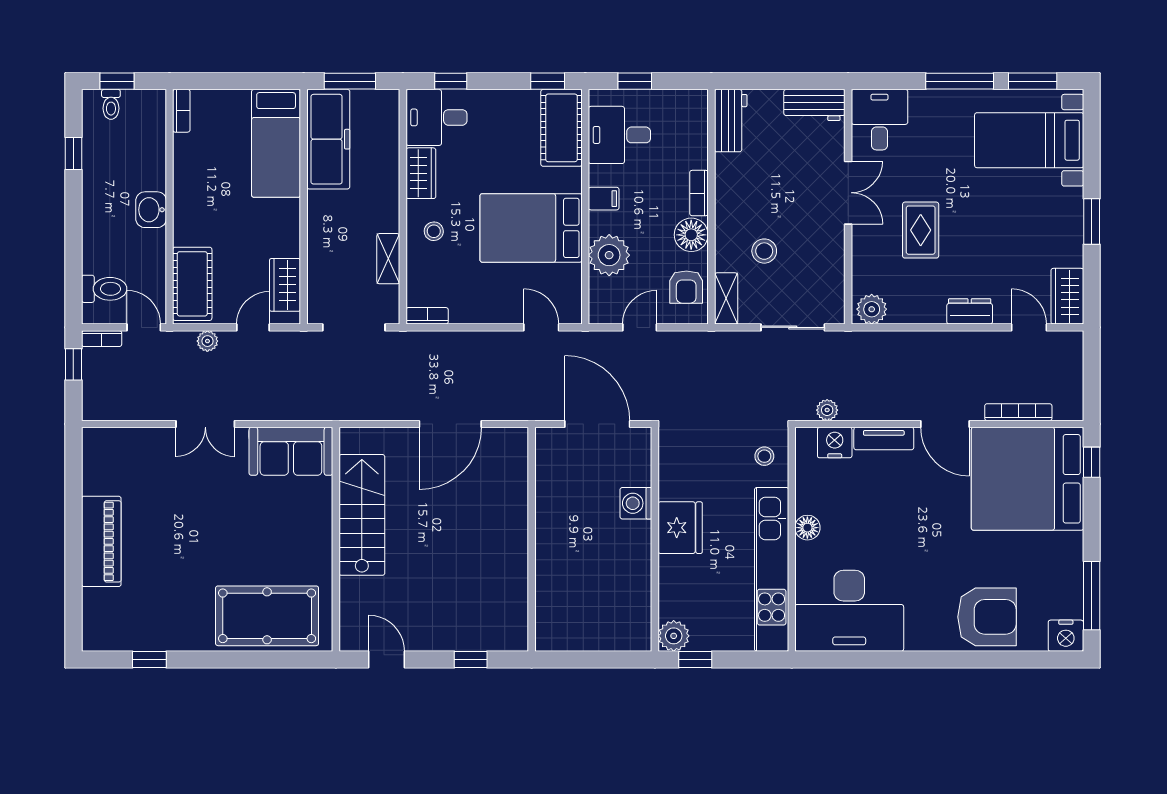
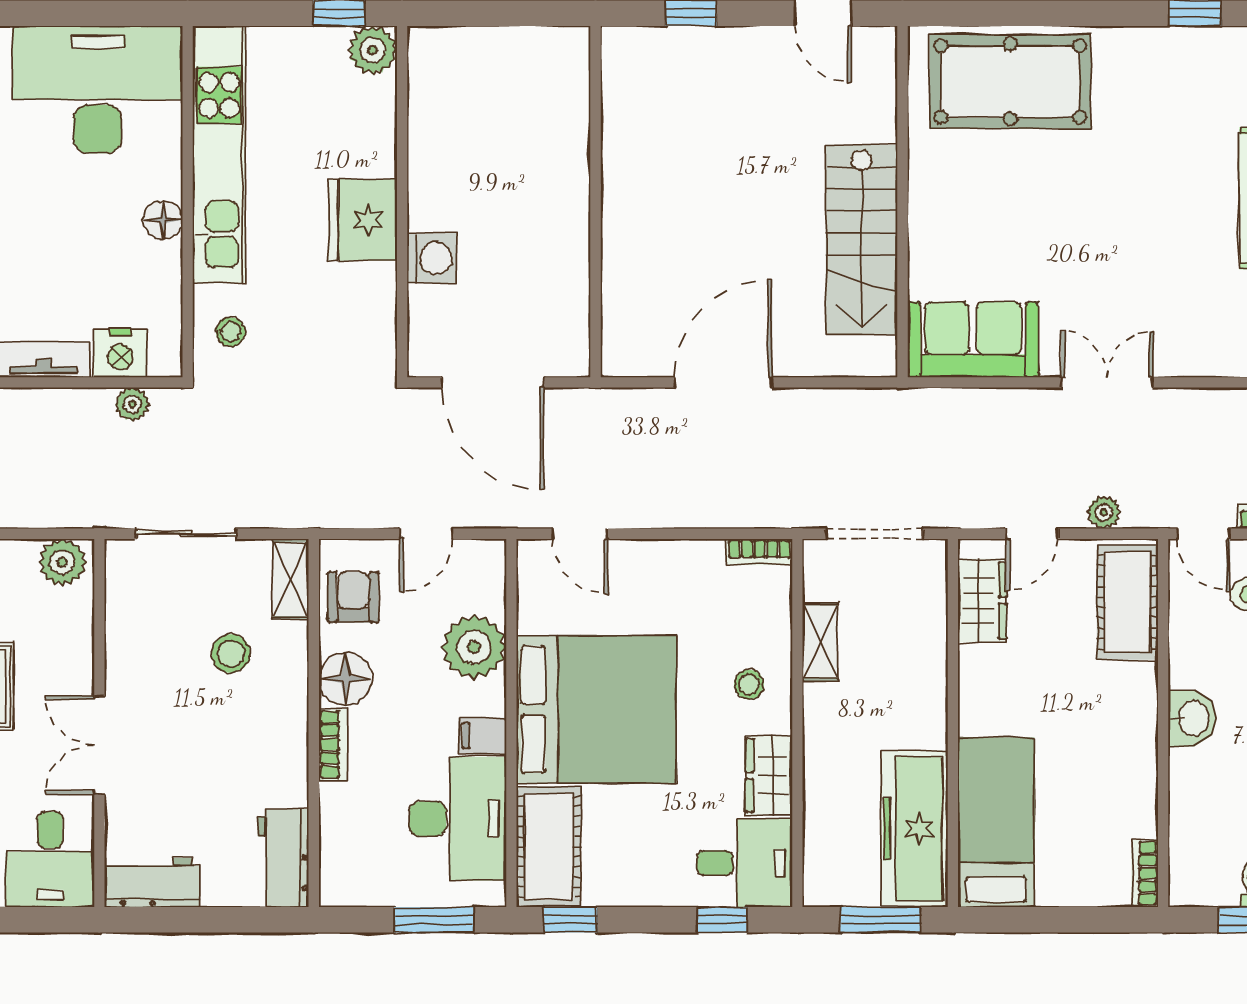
window: (635, 81) -> (434, 920), width x1.50
desk: (619, 135) -> (458, 819), width x1.37
bed: (531, 228) -> (596, 709), width x1.36

